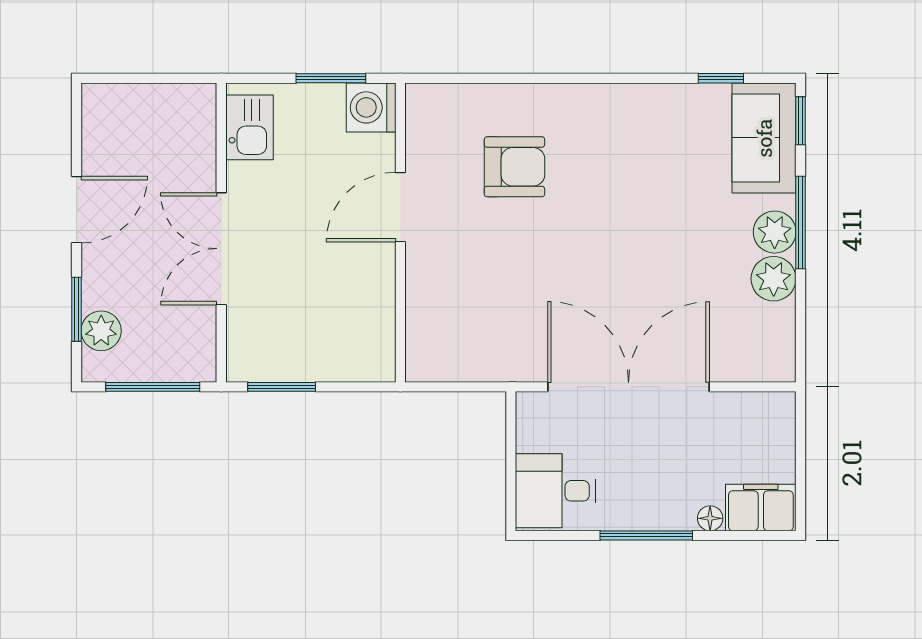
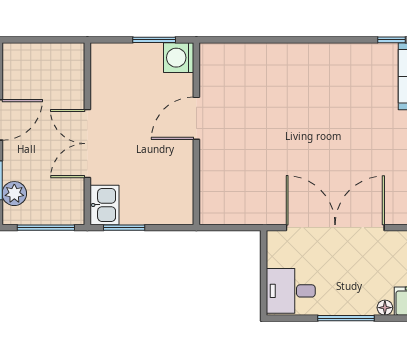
kitchen sink: (249, 127) -> (105, 205), moved
armchair: (514, 167) -> (266, 94), removed

